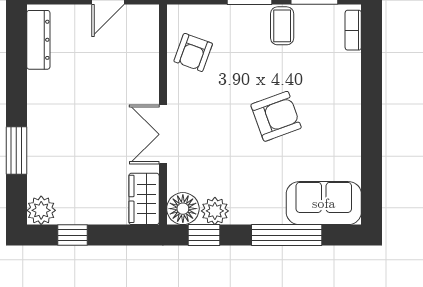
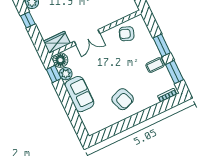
armchair: (276, 116) -> (123, 99), moved
double door: (163, 134) -> (87, 37), swing flipped
sofa: (324, 203) -> (79, 94), moved
window: (287, 235) -> (70, 108), removed

